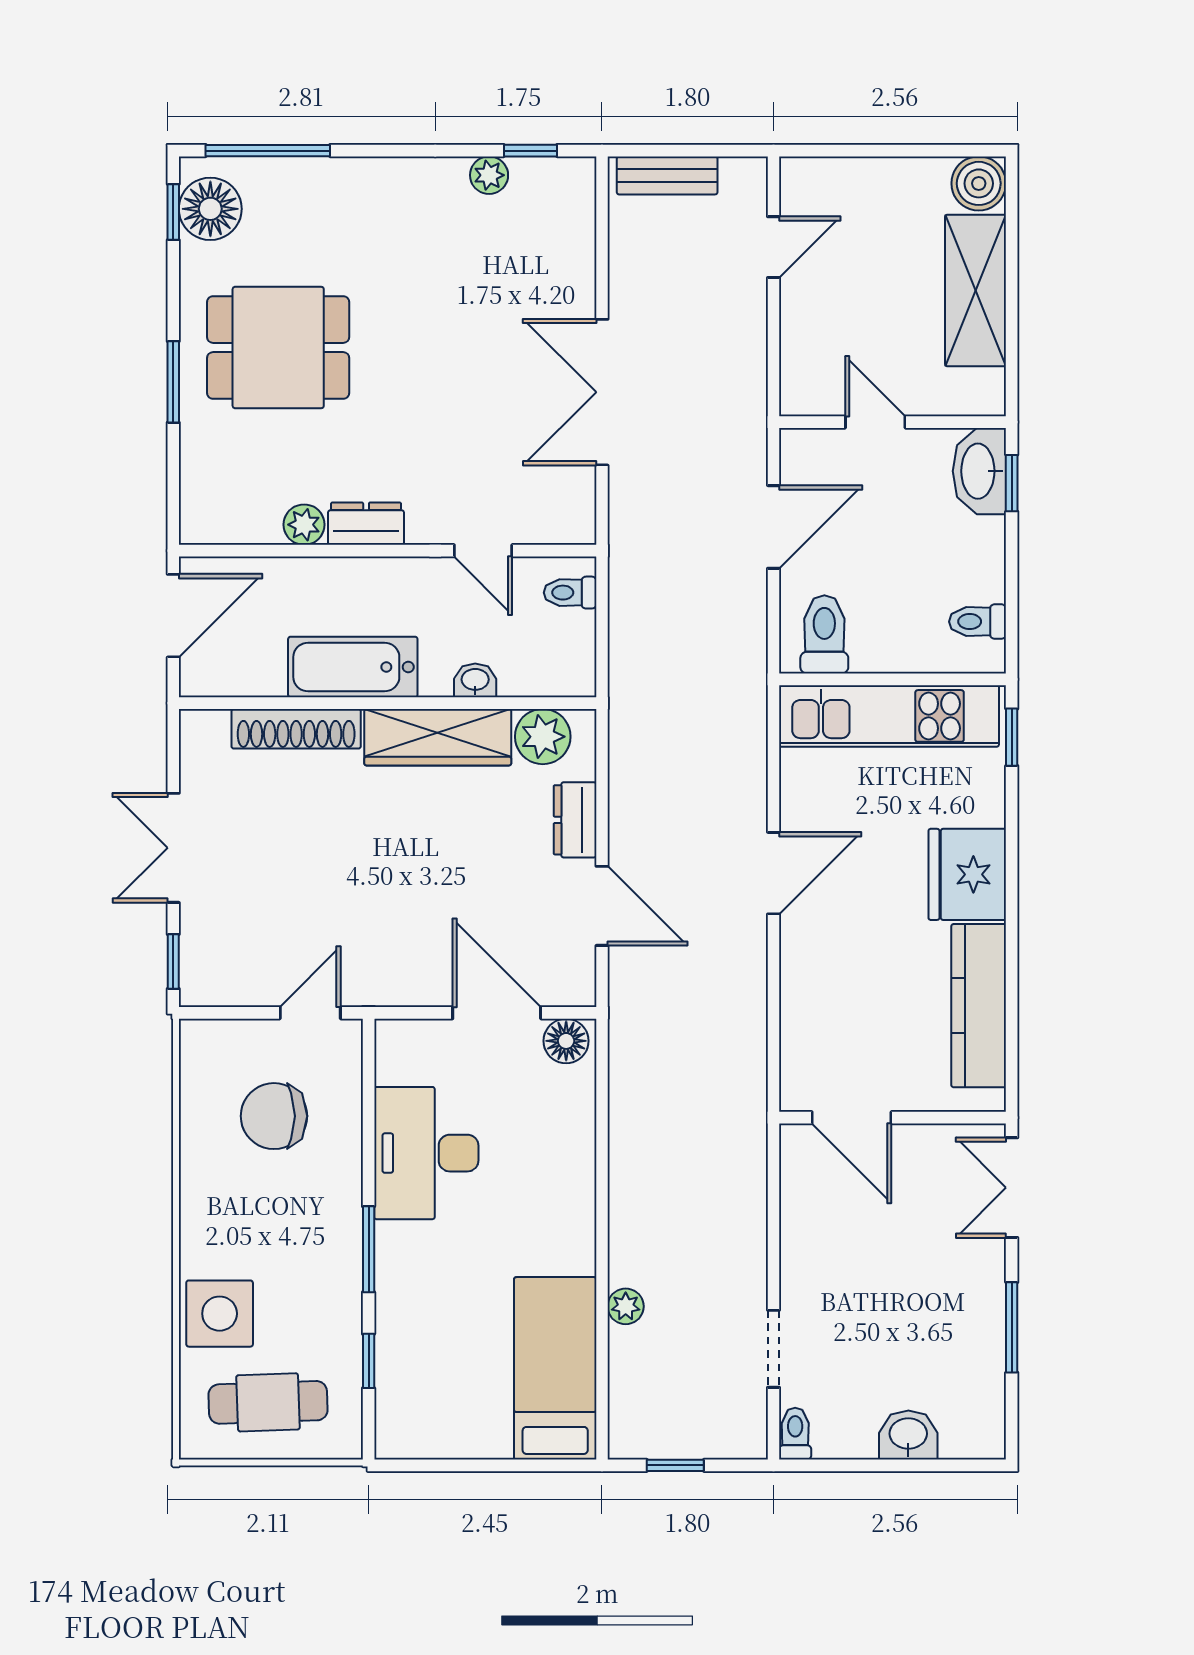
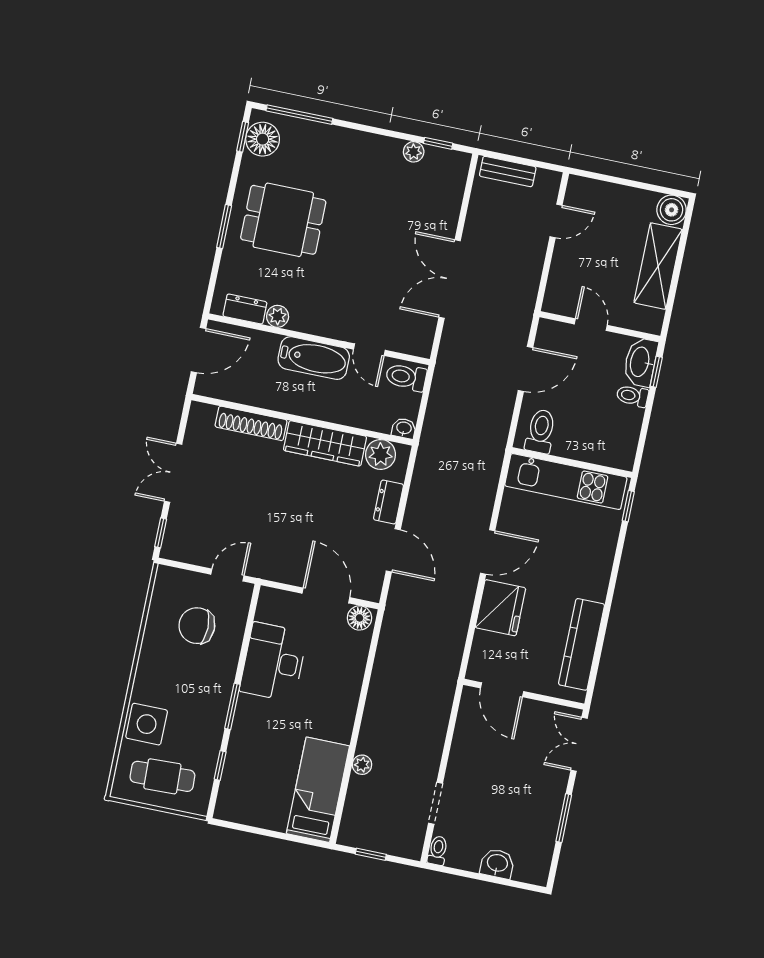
dresser: (366, 524) -> (245, 309), moved
toilet: (570, 593) -> (406, 377), width x1.37, depth x1.39
toilet: (978, 622) -> (632, 396), moved
bathtub: (353, 667) -> (314, 358), moved, turned 180
washbasin: (475, 680) -> (404, 428), moved
fridge: (967, 874) -> (500, 608), moved, turned 180

